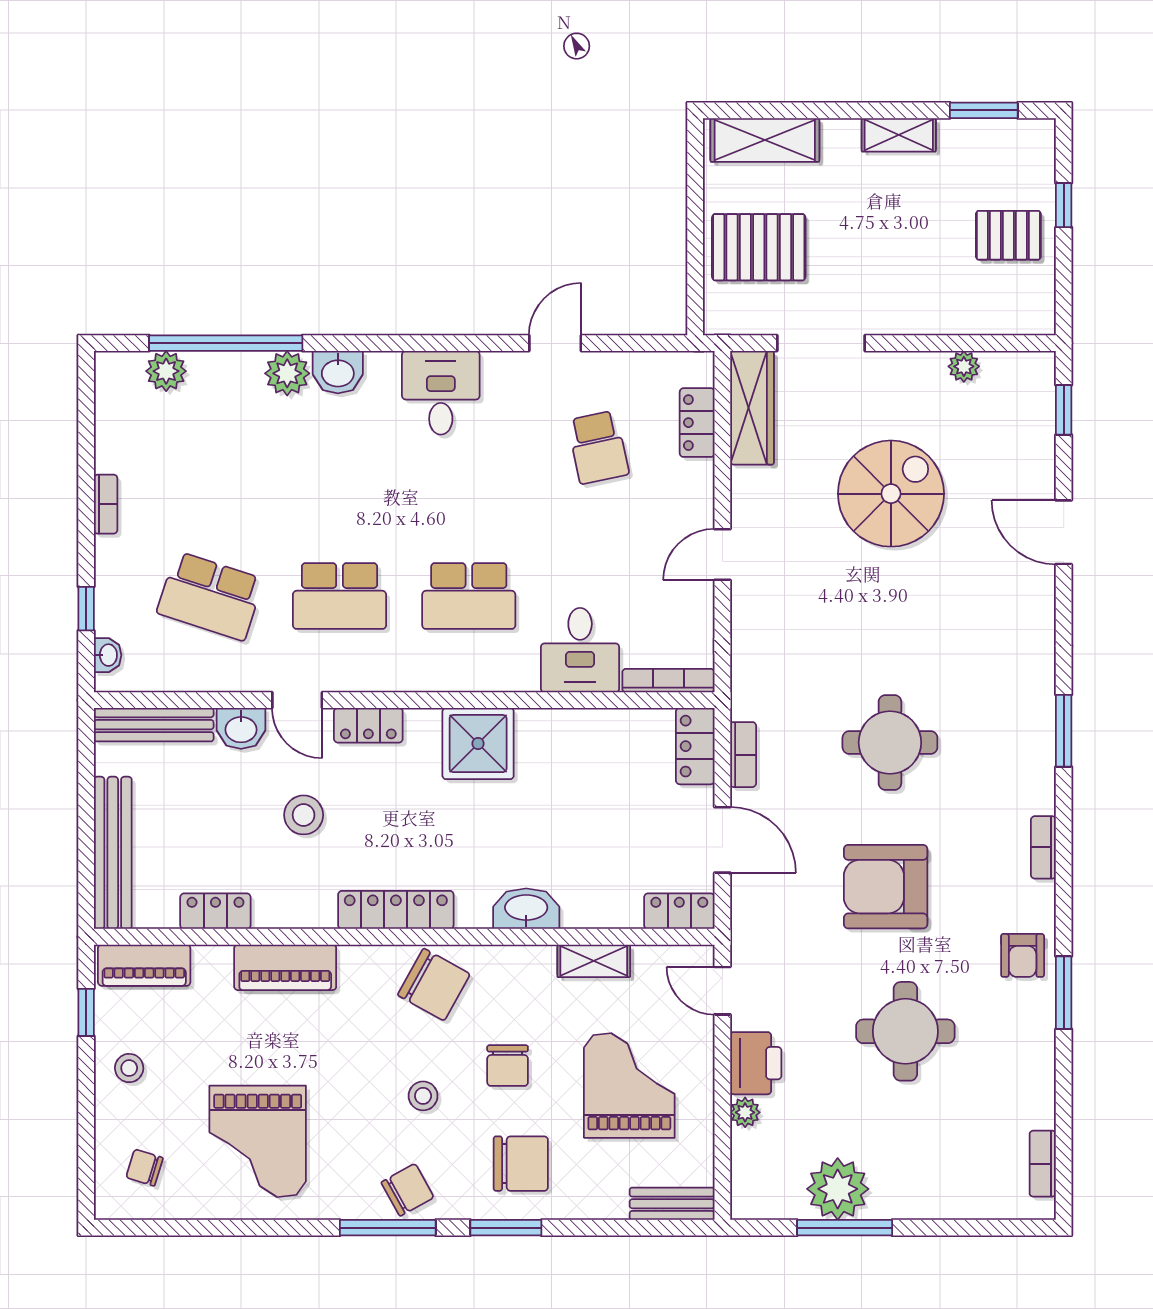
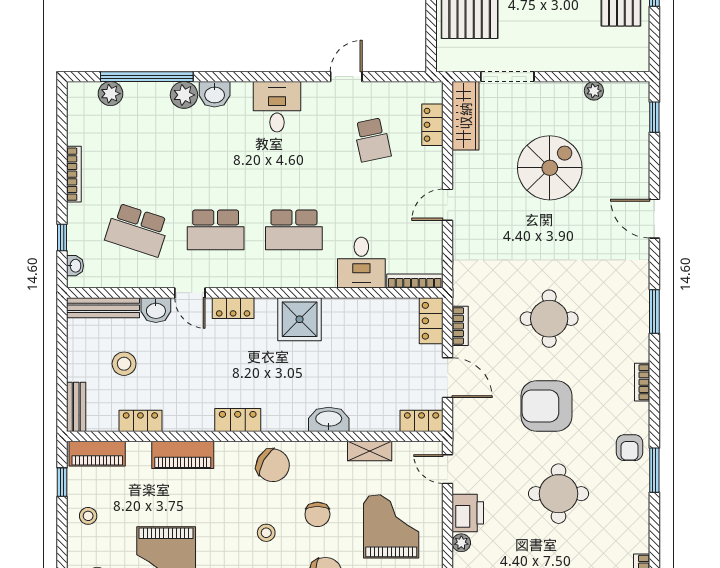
bookcase: (106, 504) -> (74, 174), width x1.56
door: (1064, 532) -> (654, 219), moved
stool: (304, 815) -> (124, 364), moved
bench: (113, 853) -> (76, 407), width x0.54, depth x0.82
locker: (396, 910) -> (238, 420), width x0.66

